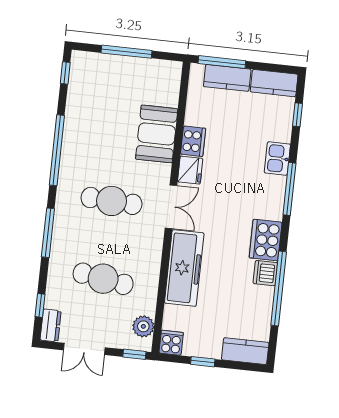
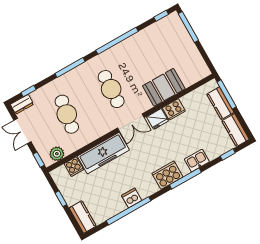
window: (127, 52) -> (188, 27), moved
cooker: (266, 240) -> (167, 175), moved
cooker: (171, 343) -> (74, 167), moved, turned 90

